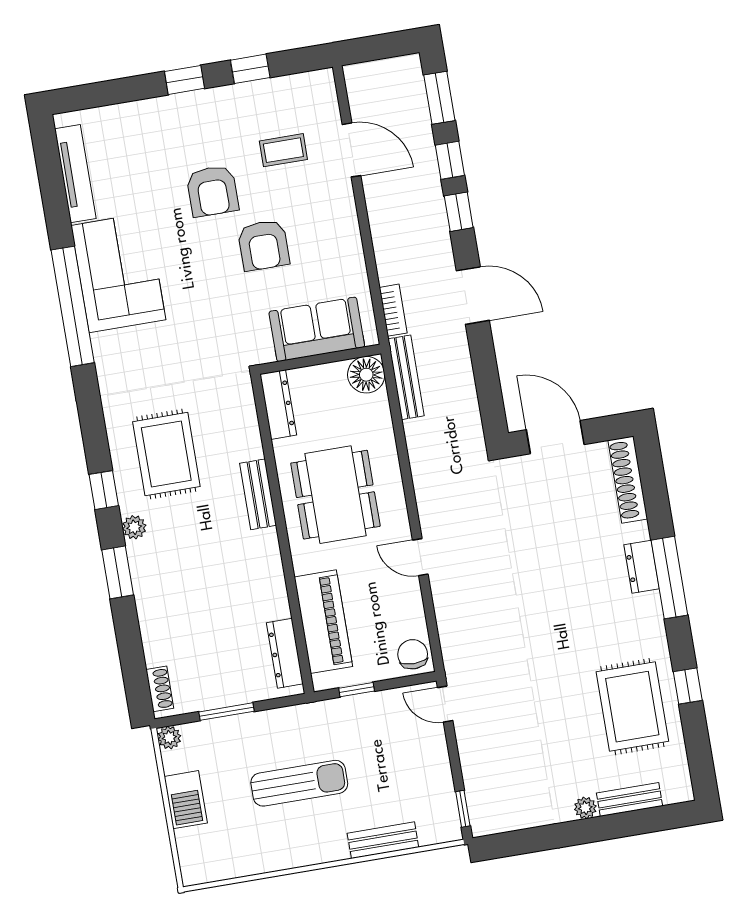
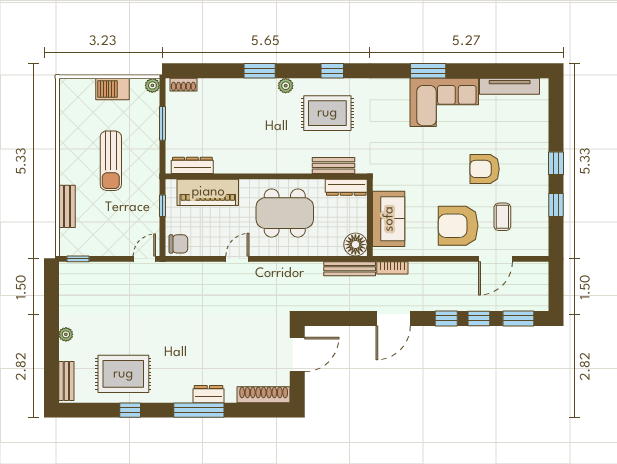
armchair: (264, 245) -> (458, 226), moved, width x1.36, depth x1.36
window: (73, 306) -> (428, 71), width x0.47
window: (104, 490) -> (332, 71), moved
bench: (258, 494) -> (333, 165), moved
bench: (630, 799) -> (66, 381), moved

